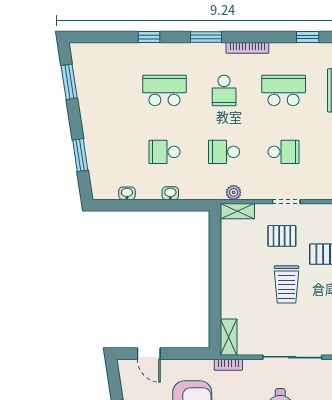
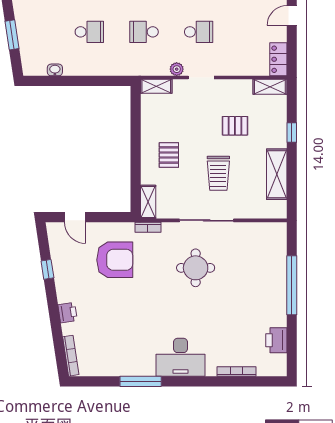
school desk: (164, 152) -> (89, 32), turned 180
plant: (234, 192) -> (177, 69), moved
washbasin: (170, 193) -> (95, 70), removed
pallet: (282, 236) -> (169, 155), moved, turned 90
trolley: (287, 284) -> (218, 173), moved

